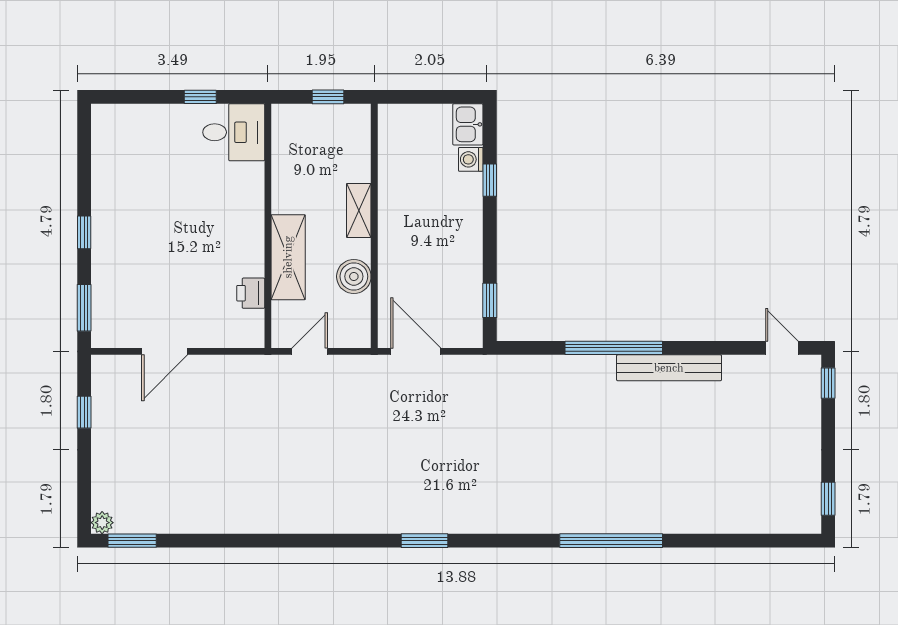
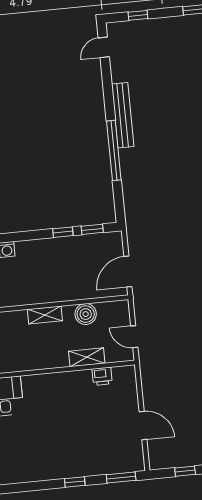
window: (490, 180) -> (63, 232), moved
shelving: (288, 257) -> (87, 357), width x0.67, depth x0.75
window: (828, 383) -> (138, 15), moved

